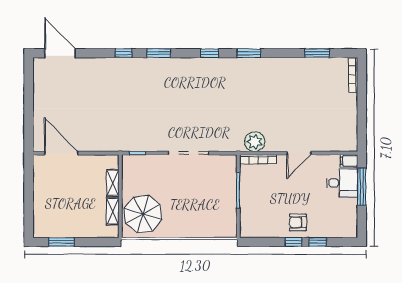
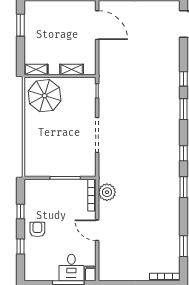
door: (61, 153) -> (97, 25), hinge flipped
shelving: (113, 211) -> (36, 69), moved
window: (294, 242) -> (20, 211), moved

